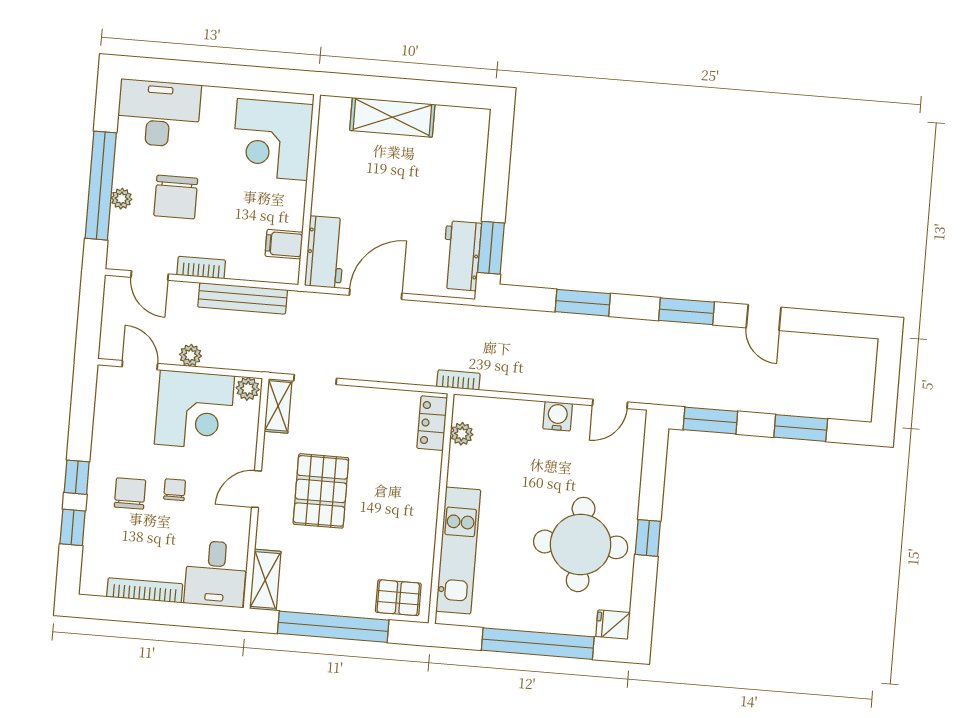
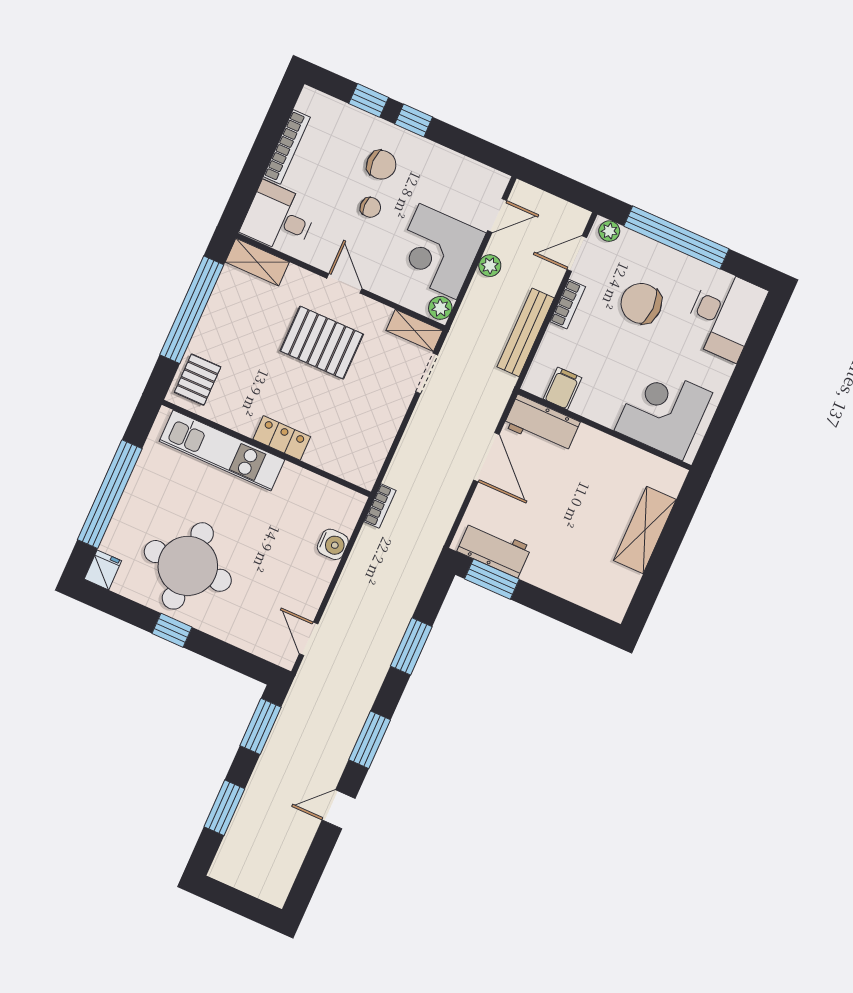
plant: (121, 199) -> (609, 231), moved
water cooler: (558, 416) -> (333, 544), moved
locker: (432, 423) -> (282, 438), moved
plant: (462, 434) -> (329, 492), removed

